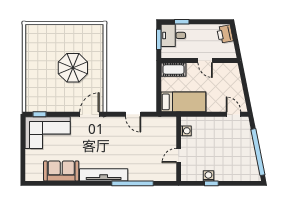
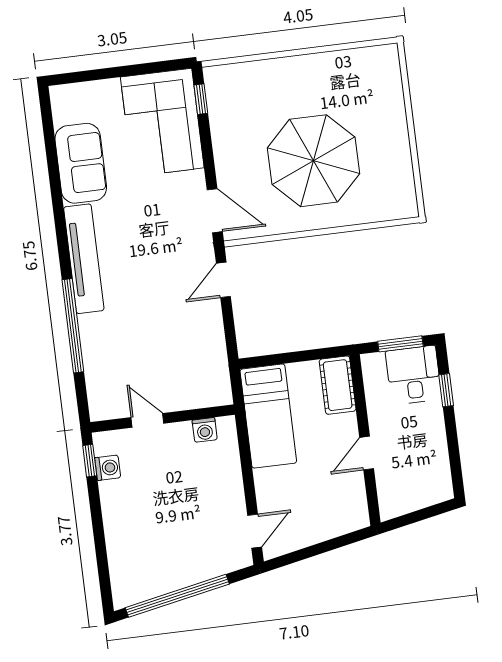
printer: (225, 34) -> (431, 490), removed
parasol: (73, 68) -> (314, 161), width x1.36, depth x1.36
door: (133, 114) -> (223, 280), moved
washing machine: (208, 176) -> (108, 468), moved
window: (211, 183) -> (90, 461), moved

